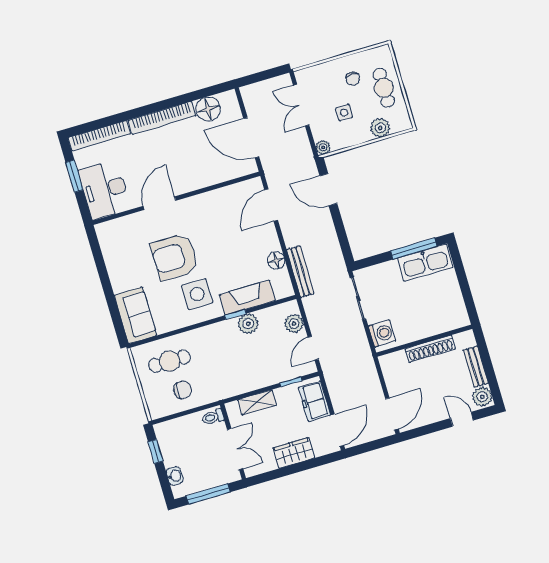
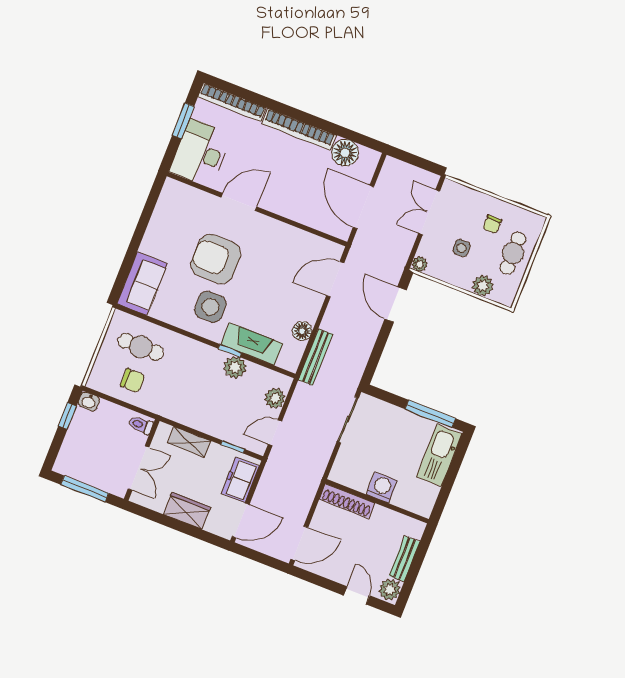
kitchen sink: (425, 263) -> (439, 455), moved, turned 90
washing machine: (382, 333) -> (382, 488), moved, turned -90
shoe rack: (430, 349) -> (347, 501), moved
washbasin: (175, 476) -> (89, 401), moved, turned 90

